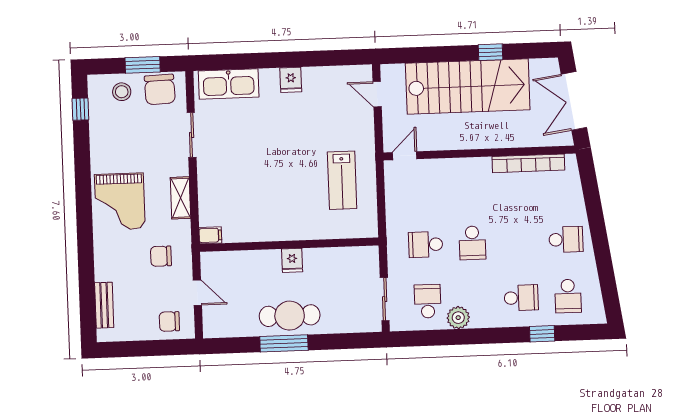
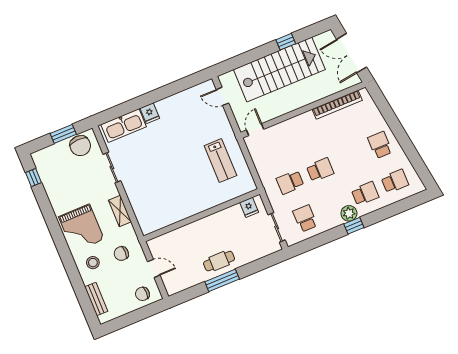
fridge: (291, 80) -> (150, 113), moved
stool: (122, 92) -> (93, 263), moved
filing cabinet: (210, 235) -> (148, 228), removed
school desk: (566, 239) -> (380, 145), turned -90
school desk: (472, 243) -> (320, 170), turned -90
fridge: (292, 260) -> (249, 207), moved
school desk: (568, 296) -> (395, 181), turned -90
cafe table: (290, 316) -> (219, 261), width x0.73, depth x0.74
plant: (458, 318) -> (349, 213), moved
window: (542, 334) -> (354, 226), moved

